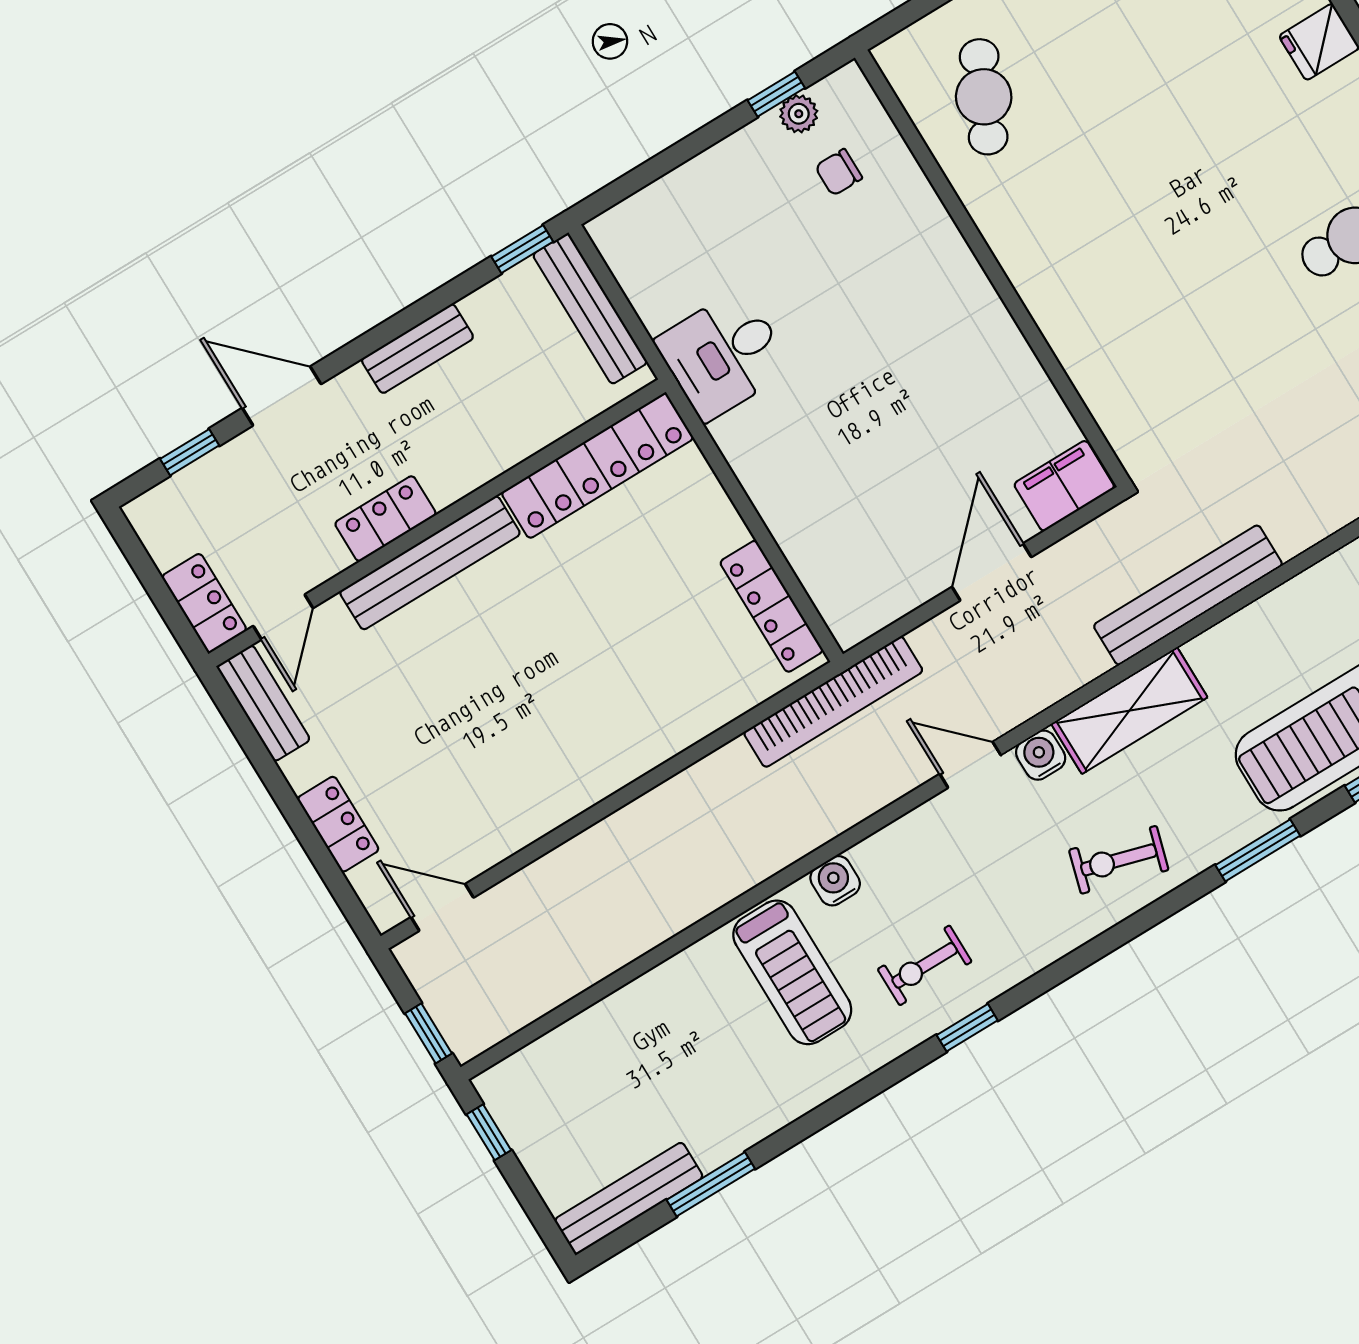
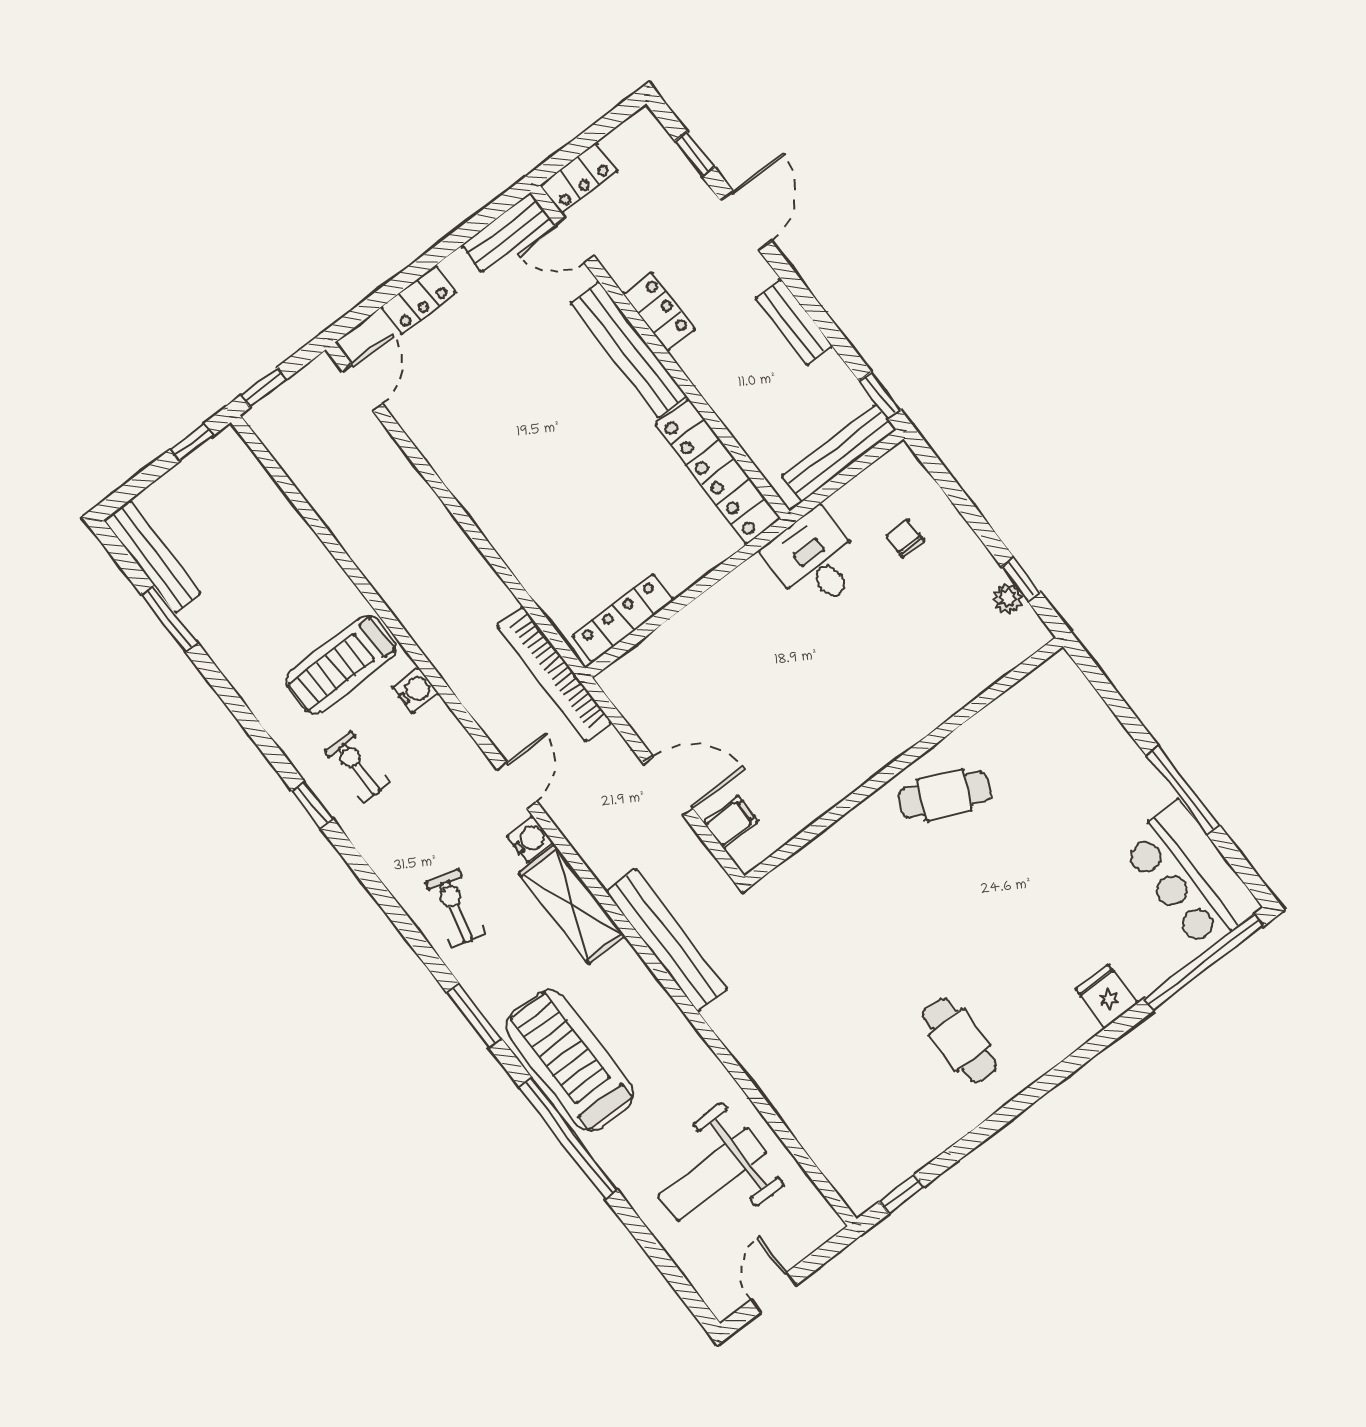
cafe table: (984, 97) -> (945, 795), moved
chair: (839, 172) -> (905, 538), moved
filing cabinet: (1064, 486) -> (731, 822), width x0.50

